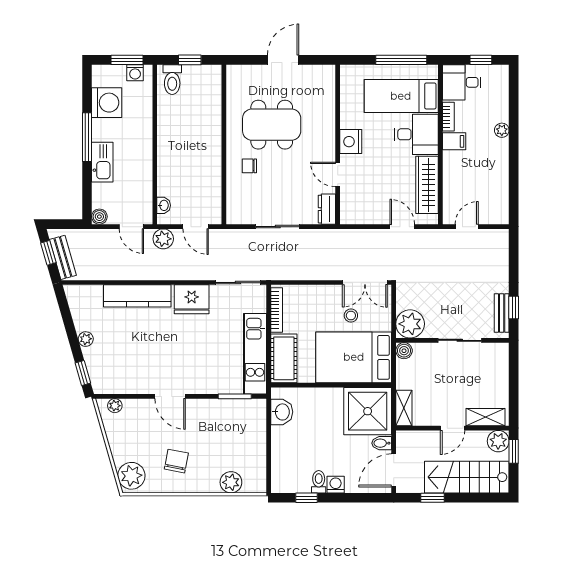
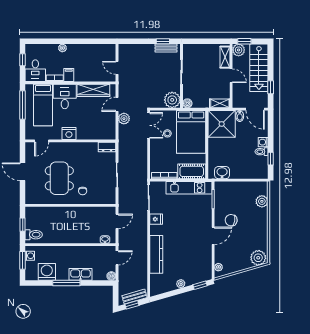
door: (338, 174) -> (42, 141), moved
plant: (163, 239) -> (124, 119), moved
fridge: (192, 299) -> (156, 219), width x0.53, depth x0.75
chair: (176, 461) -> (231, 220), moved

